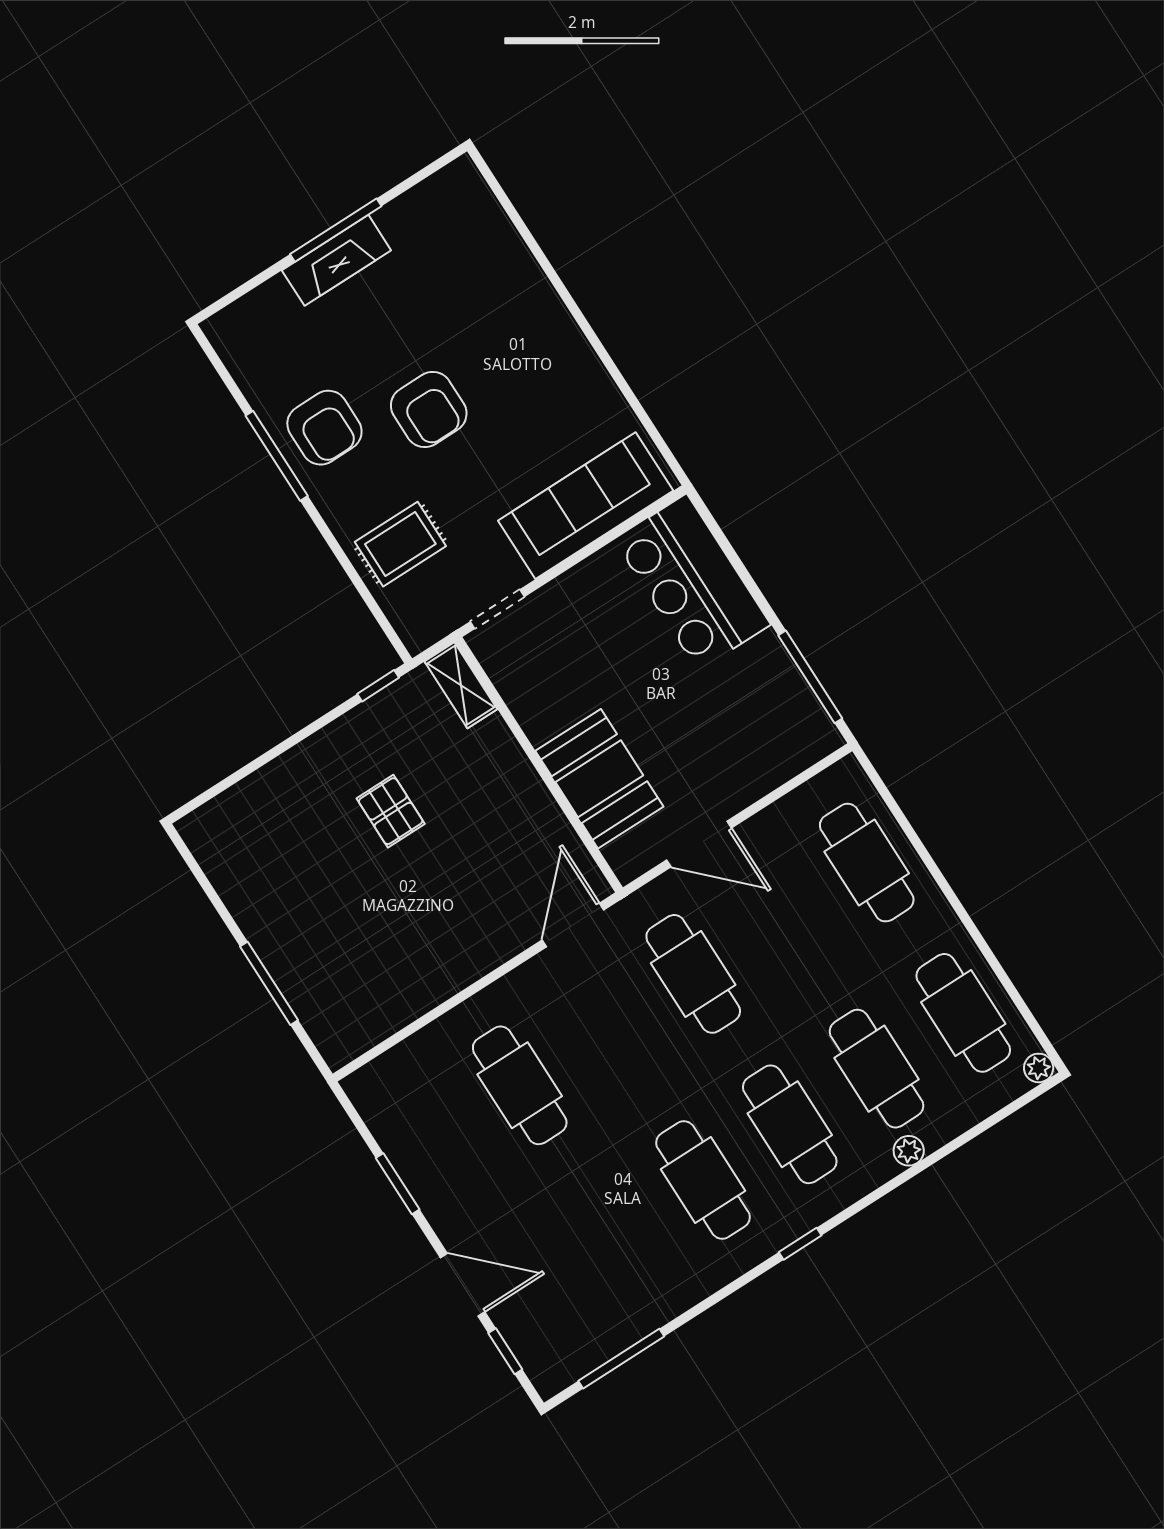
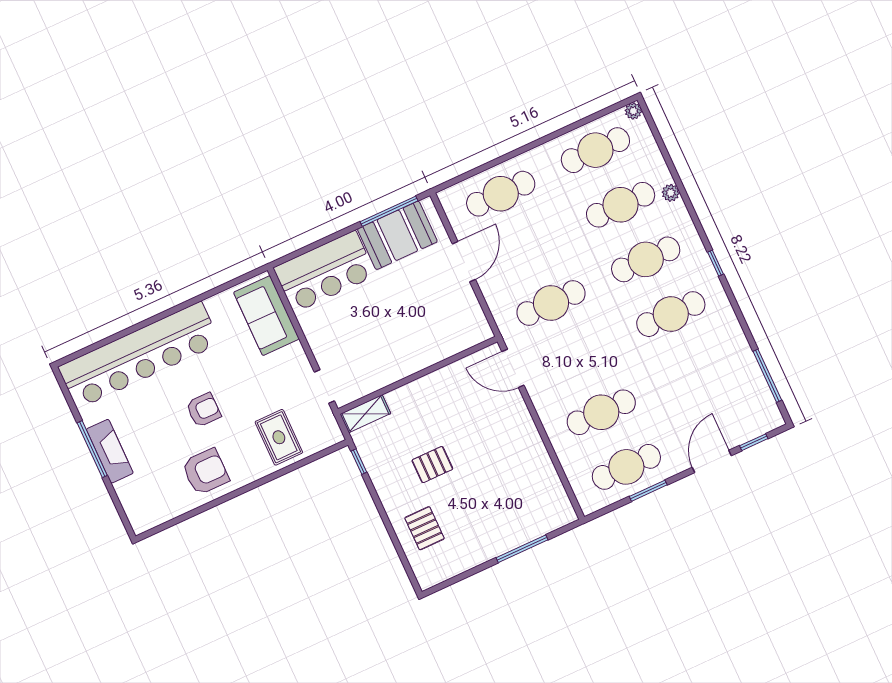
bar counter: (506, 287) -> (139, 355), added
armchair: (429, 410) -> (203, 410), width x0.72, depth x0.72
window: (277, 456) -> (218, 502), removed
sofa: (586, 506) -> (266, 316), width x0.73
booth: (599, 779) -> (397, 235), moved
pallet: (281, 813) -> (425, 528), added
door: (699, 844) -> (464, 262), moved
cafe table: (433, 1141) -> (626, 467), added

